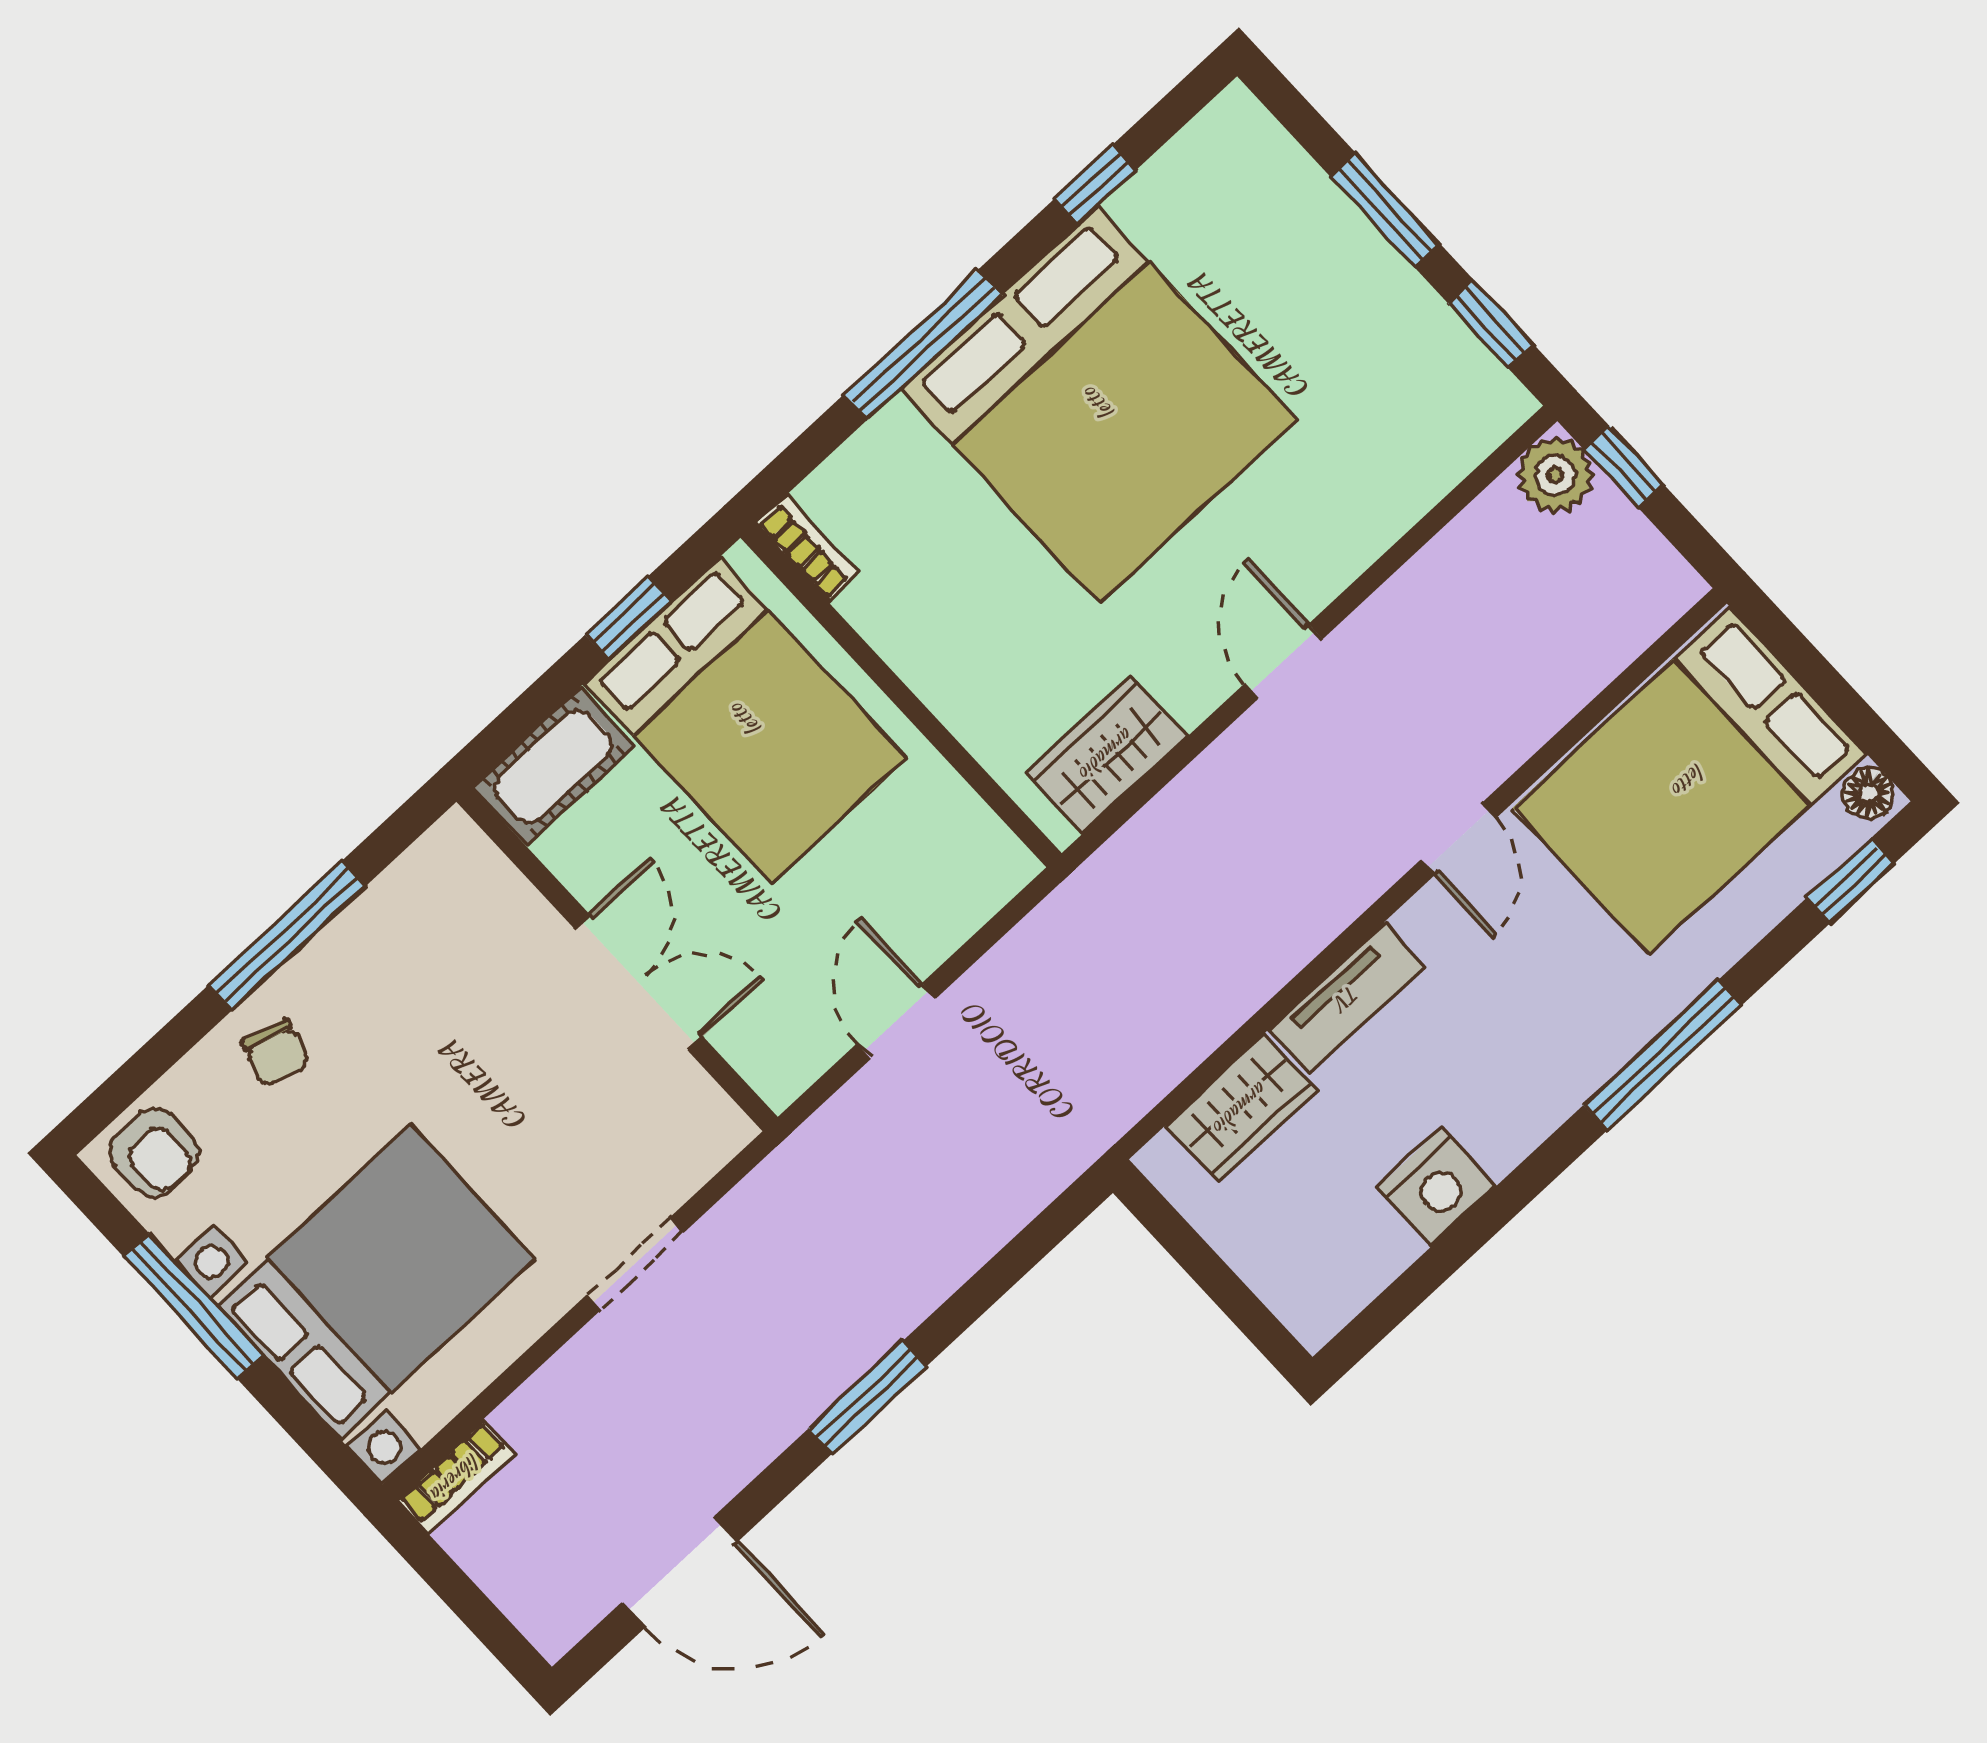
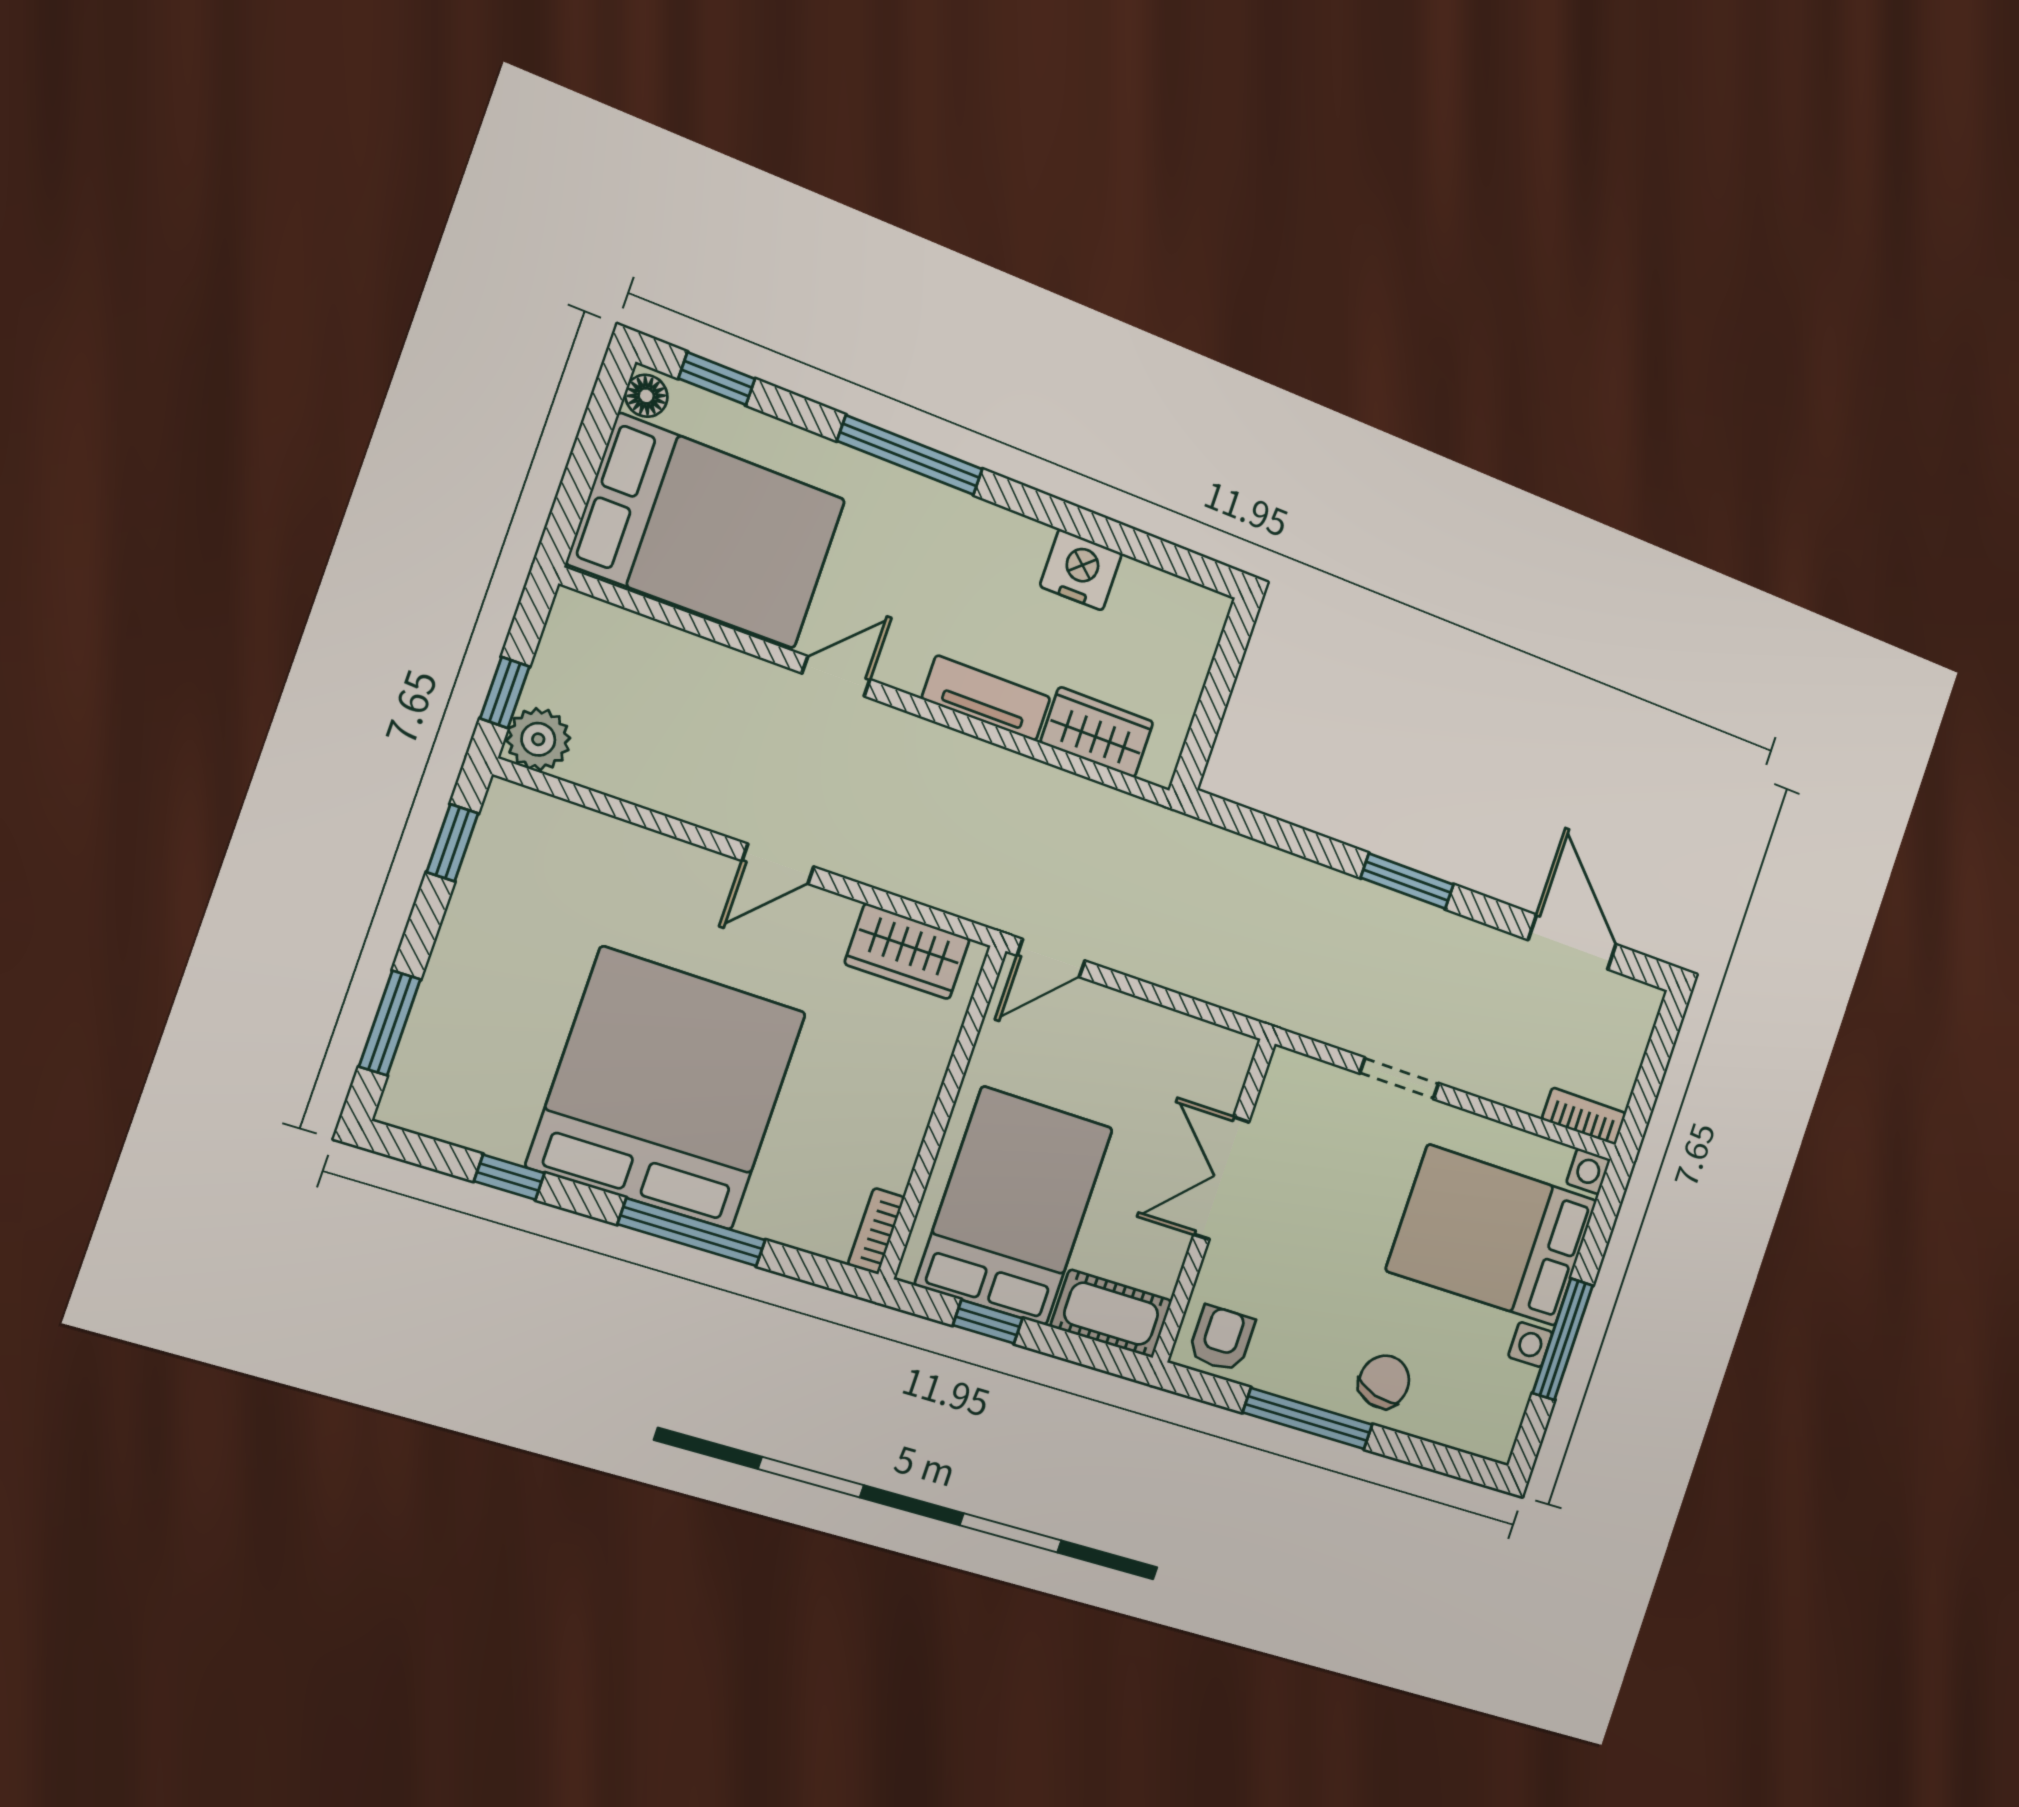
window: (1385, 210) -> (390, 1023), moved
door: (896, 1021) -> (1051, 958), moved
chair: (276, 1053) -> (1384, 1382), width x1.37, depth x1.37
armchair: (154, 1153) -> (1222, 1338), moved

